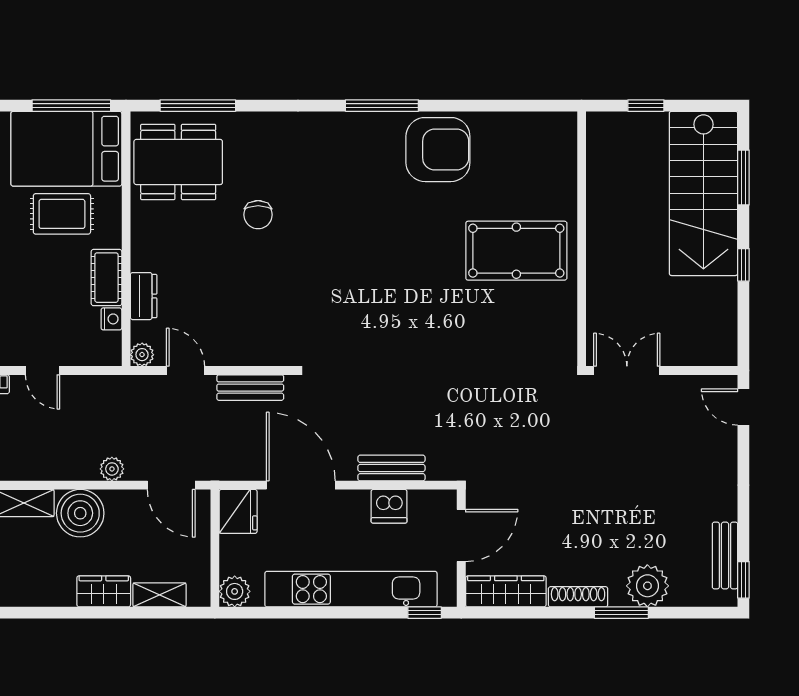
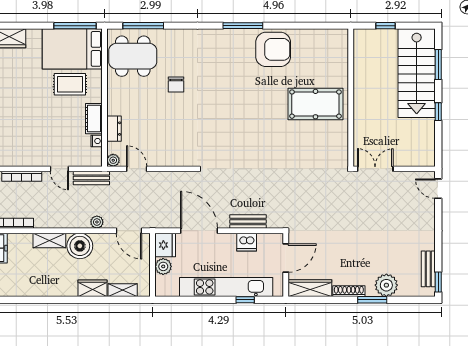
bench: (250, 388) -> (91, 178), moved
plant: (235, 591) -> (163, 266), moved
window: (425, 613) -> (245, 300), moved

